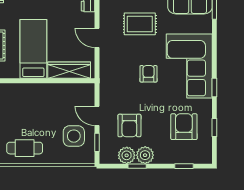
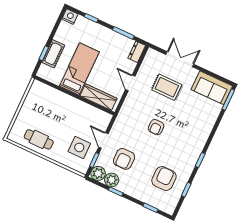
corner sofa: (189, 66) -> (189, 135), removed
armchair: (148, 74) -> (156, 127), turned 180
plant: (145, 155) -> (98, 173), moved

